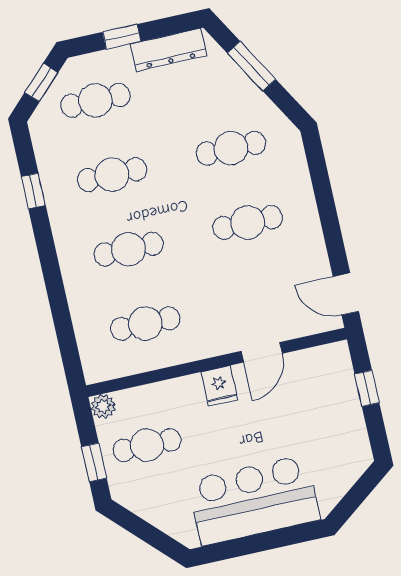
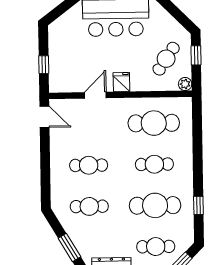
cafe table: (112, 175) -> (155, 205), width x1.37, depth x1.35
cafe table: (145, 324) -> (154, 123), width x1.37, depth x1.35
cafe table: (147, 445) -> (166, 59), turned -56

